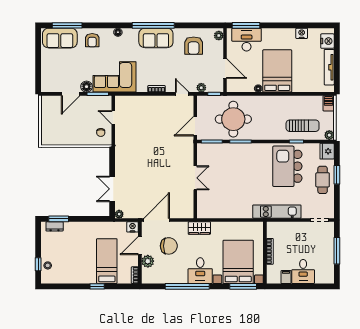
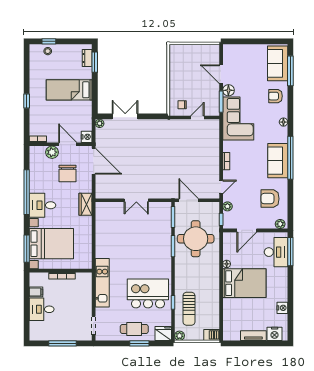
tv unit: (329, 67) -> (253, 336), width x0.71
bed: (107, 261) -> (69, 90), moved, turned 180

